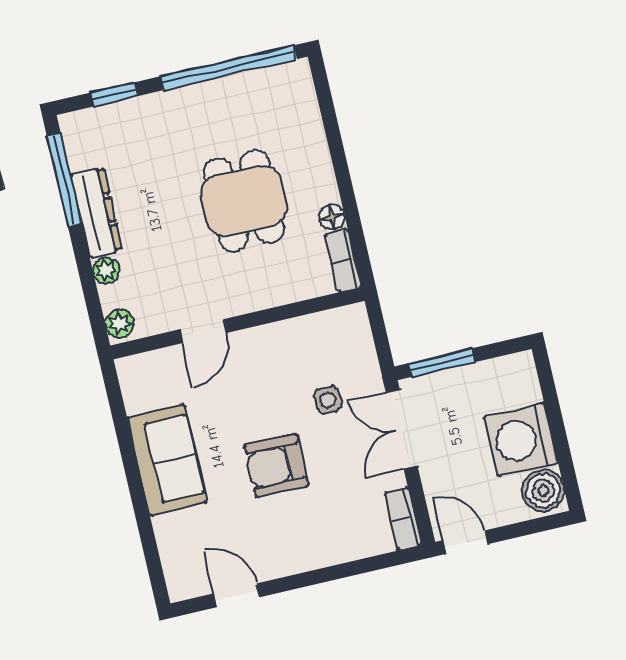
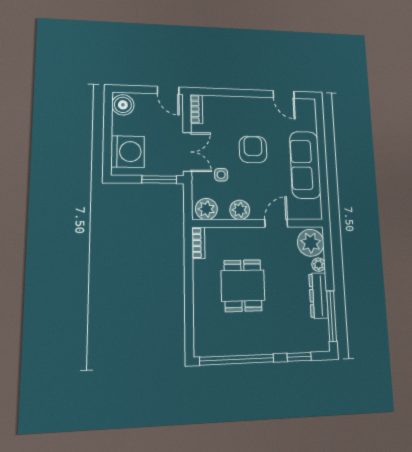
floor lamp: (332, 217) -> (199, 267), removed
plant: (120, 324) -> (311, 243), width x1.87, depth x1.87
plant: (342, 327) -> (206, 209), added
plant: (278, 341) -> (240, 210), added
washing machine: (521, 439) -> (128, 152), moved
sofa: (167, 460) -> (305, 165), width x1.36
armchair: (276, 466) -> (253, 149), turned -90

